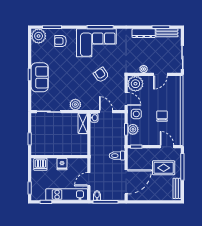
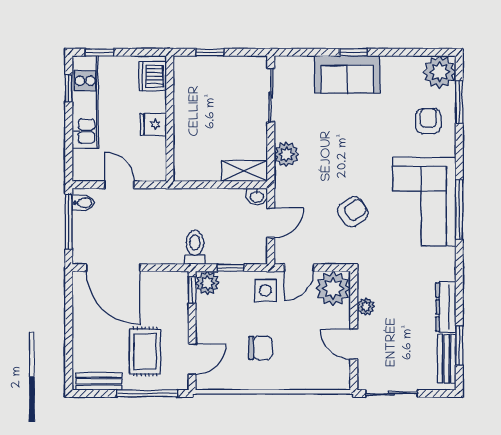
plant: (133, 129) -> (207, 283), moved
toilet: (117, 156) -> (195, 247), moved
kitchen unit: (67, 195) -> (85, 102), moved

